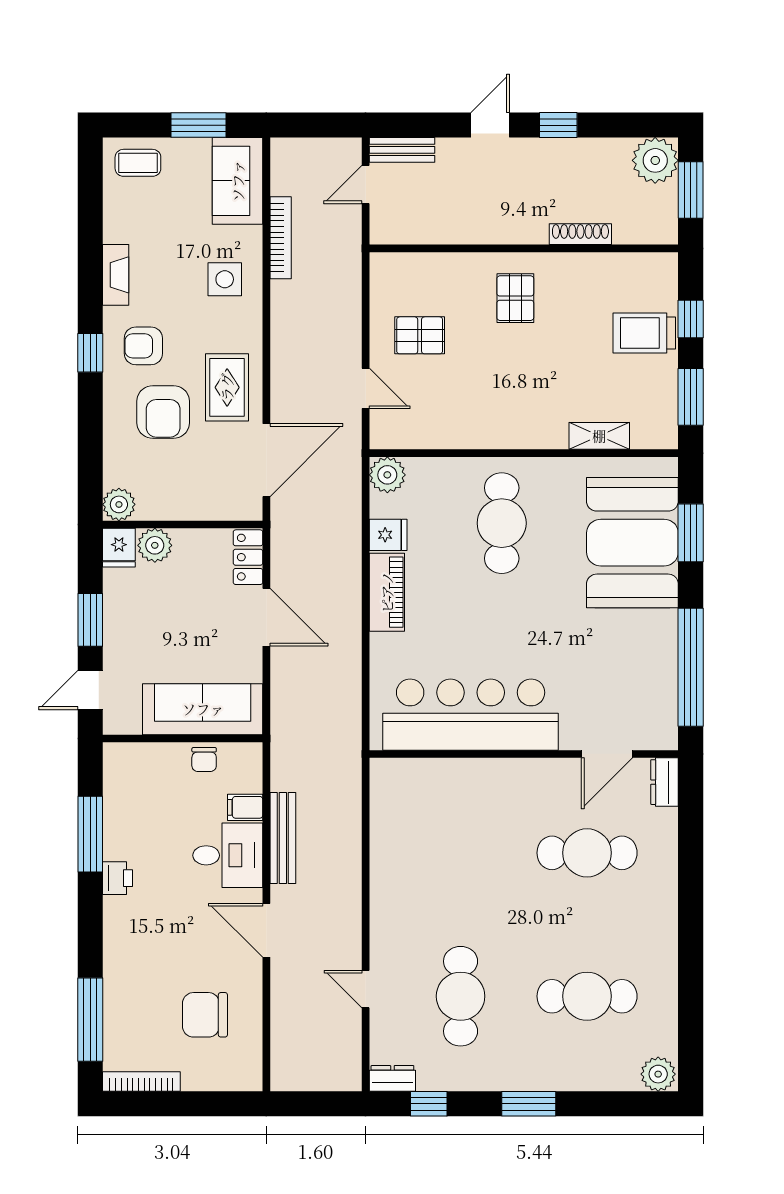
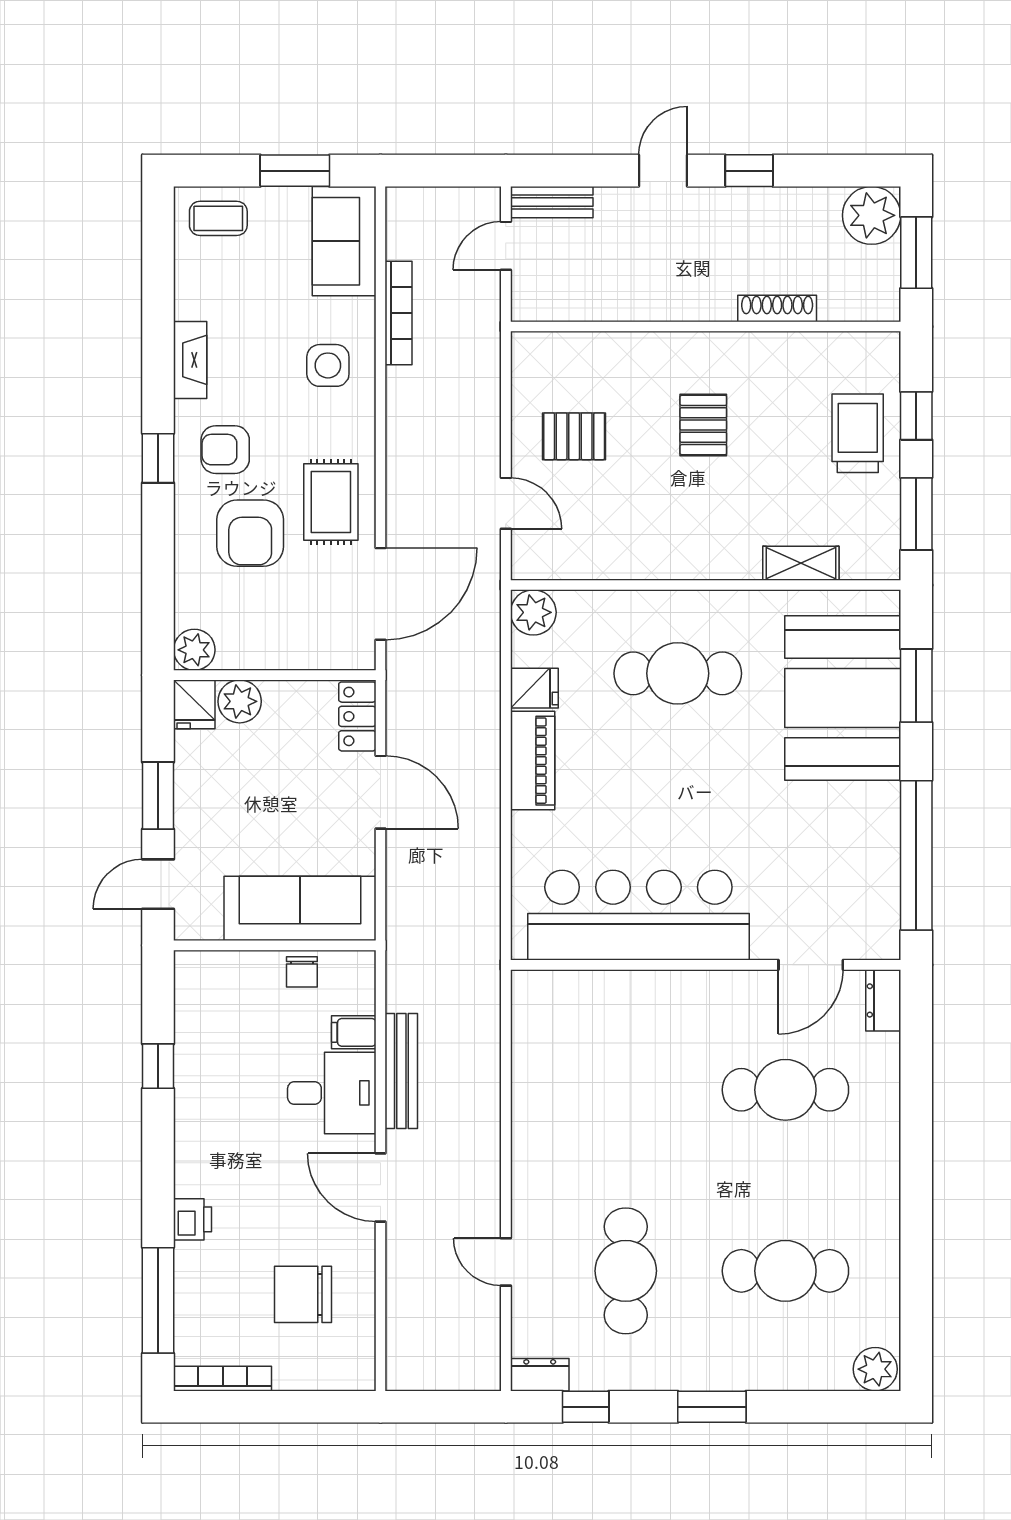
pallet: (515, 298) -> (703, 425), moved
trolley: (644, 333) -> (858, 433), turned 90
cafe table: (502, 523) -> (678, 673), turned 90
window: (90, 834) -> (158, 1066), width x0.46
printer: (118, 878) -> (193, 1219), moved

